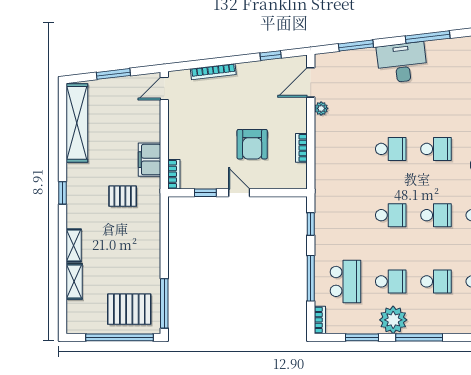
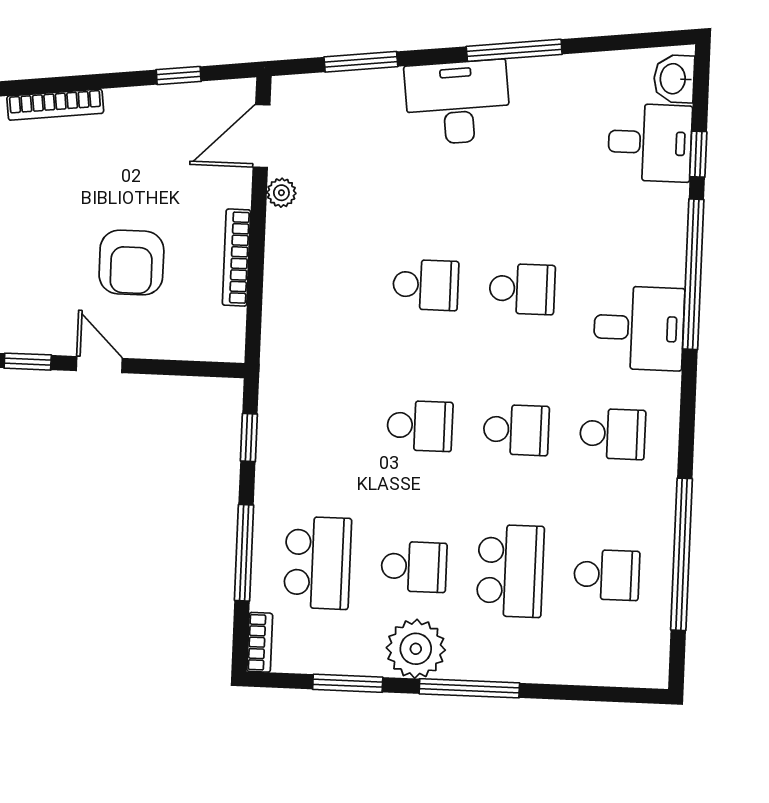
bookcase: (301, 148) -> (236, 258), width x1.56
school desk: (436, 281) -> (510, 571), width x1.85

